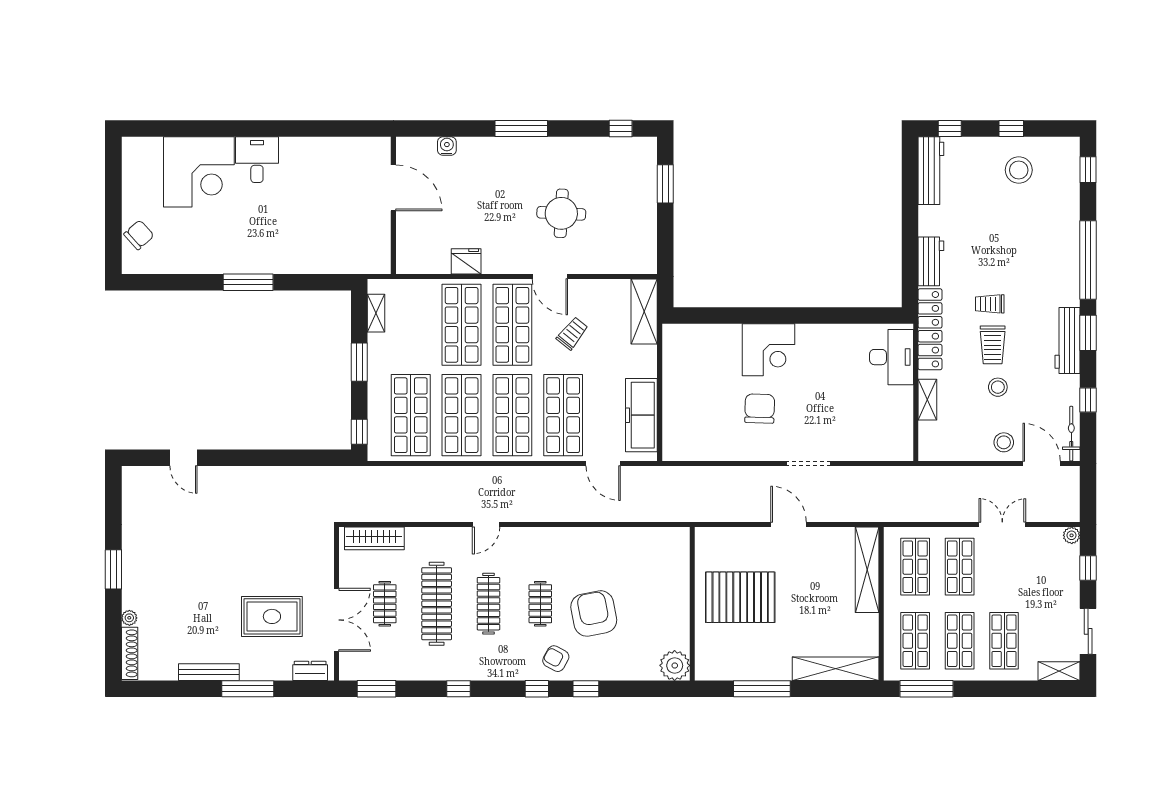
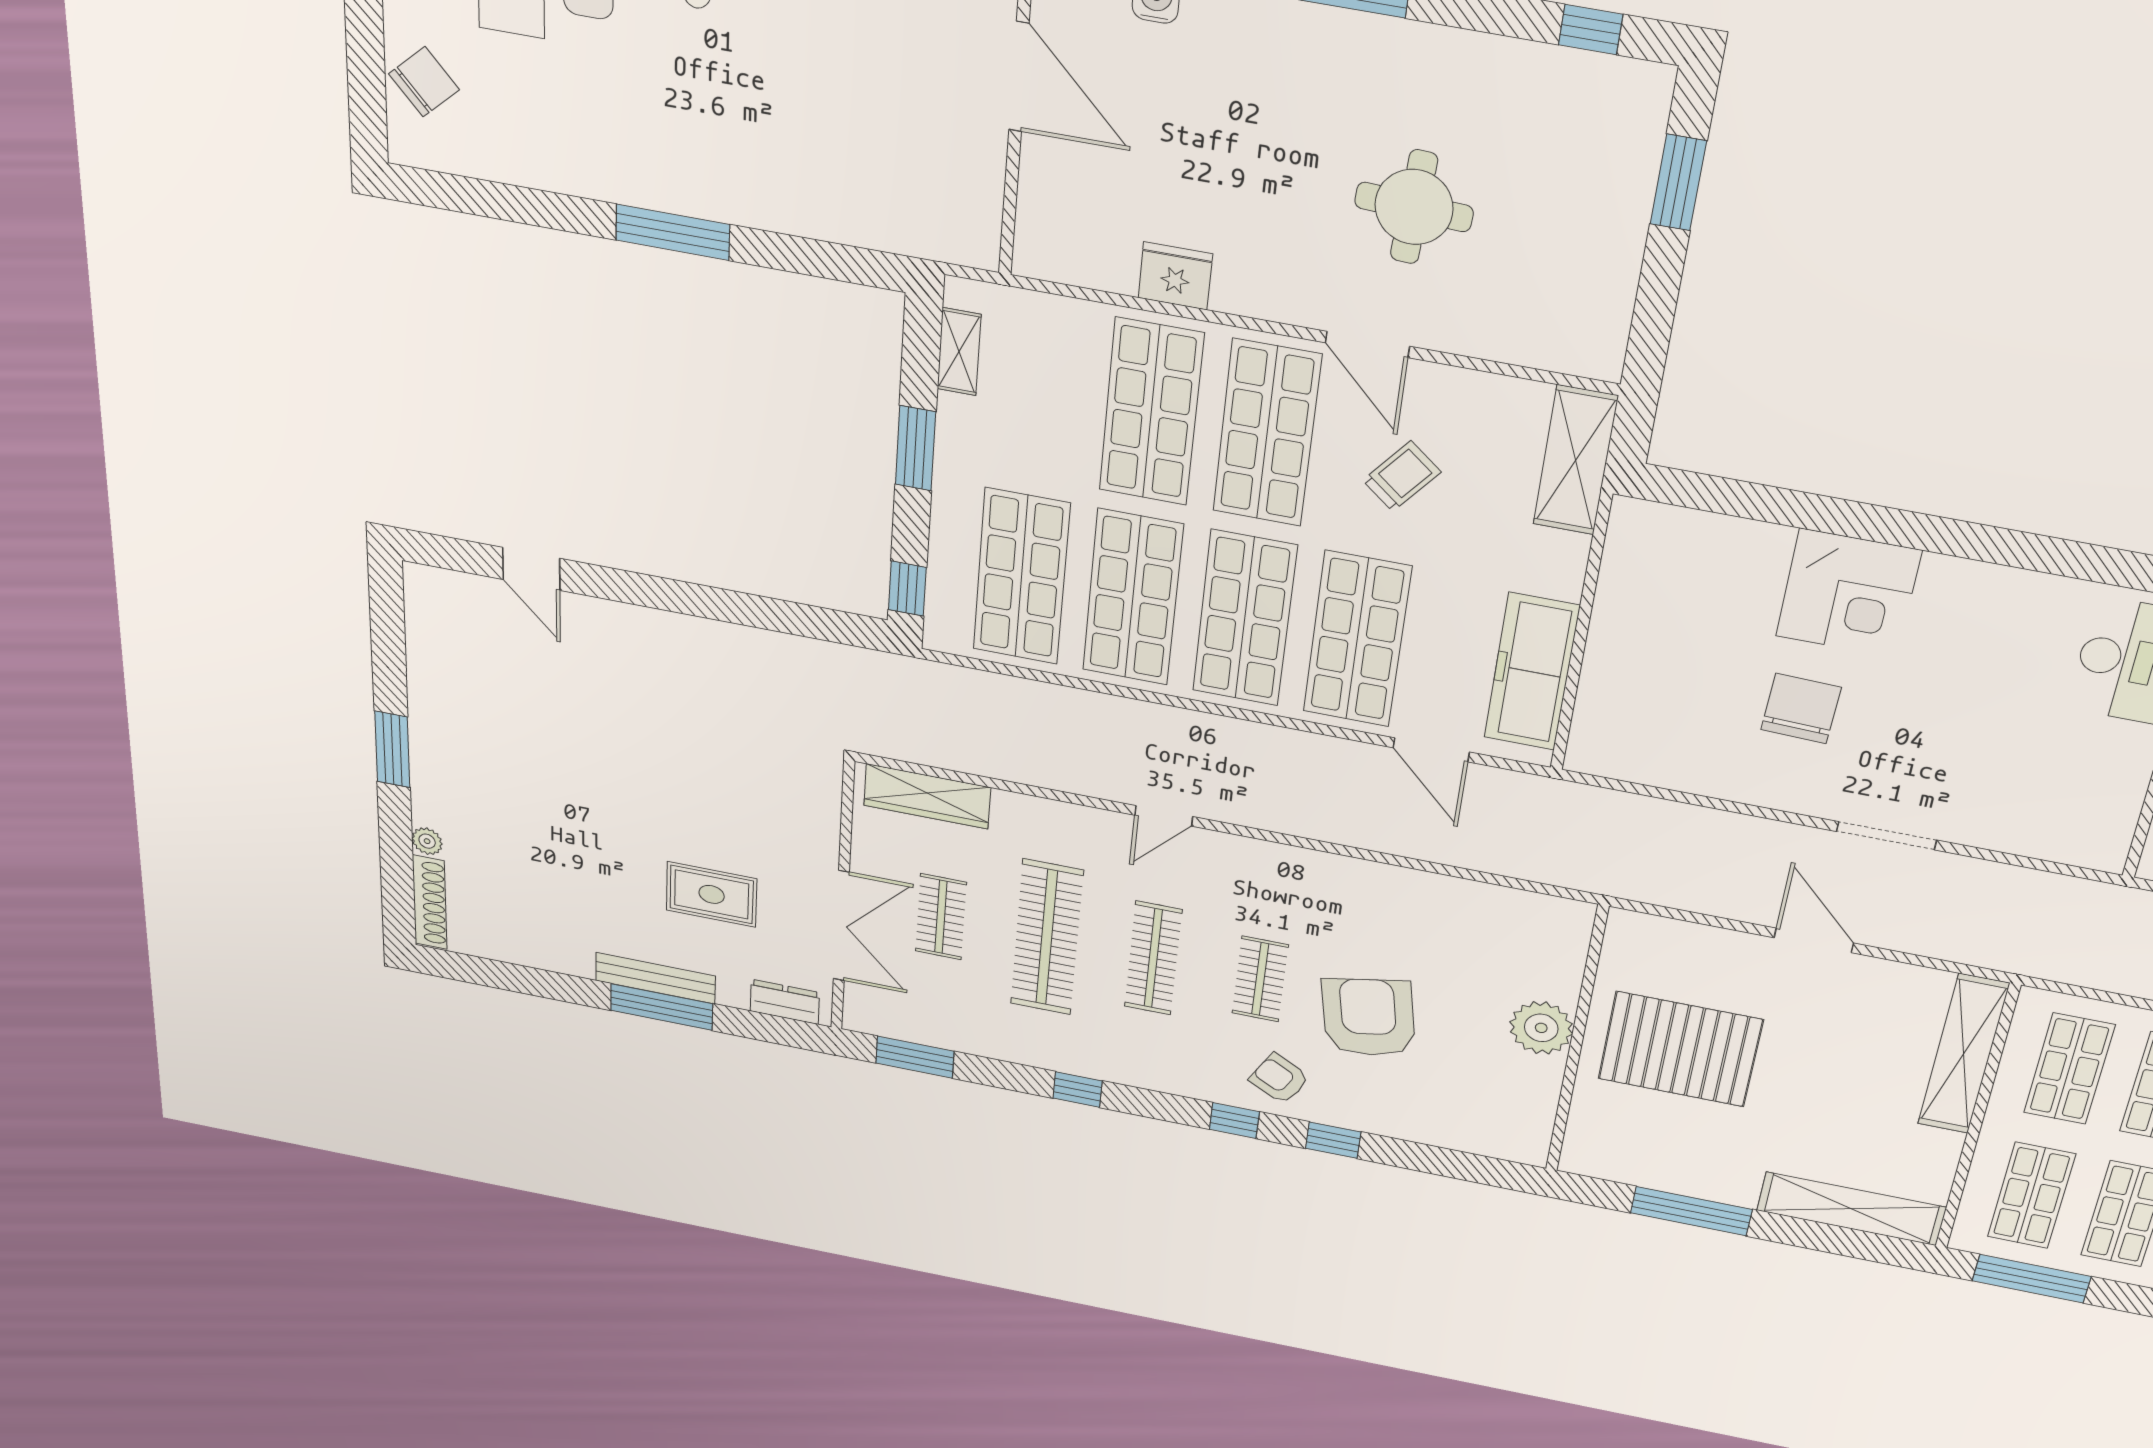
rug: (272, 616) -> (712, 894), width x0.73, depth x0.70
plant: (675, 665) -> (1541, 1028), moved
bench: (209, 672) -> (655, 978), moved

